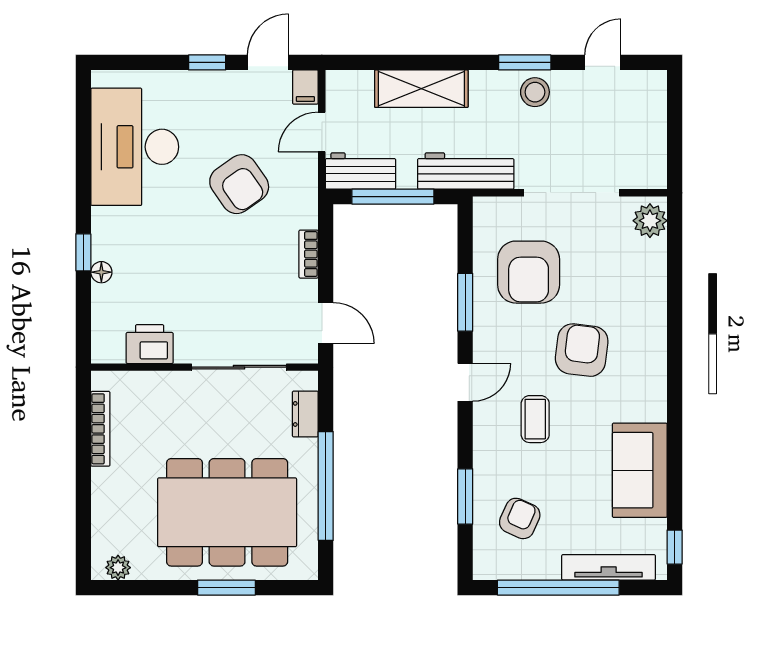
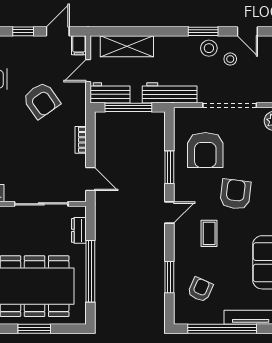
door: (603, 62) -> (247, 31), swing flipped
shelving: (421, 89) -> (127, 46), moved
stool: (573, 111) -> (230, 59), added

